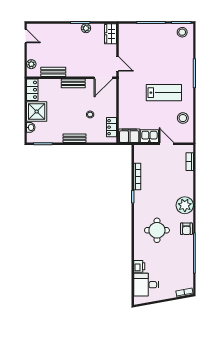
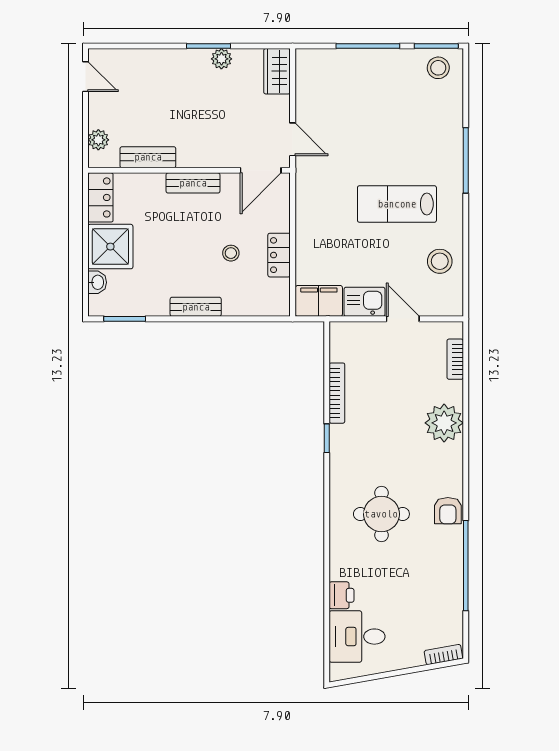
lab bench: (164, 93) -> (397, 204), turned 180
locker: (112, 127) -> (279, 255), moved
plant: (185, 205) -> (444, 423), moved

